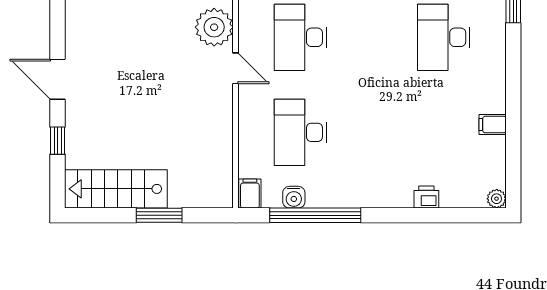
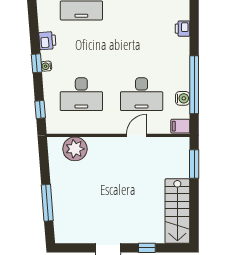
door: (236, 68) -> (136, 135), moved
printer: (426, 197) -> (182, 29), moved
window: (159, 215) -> (194, 164), moved

